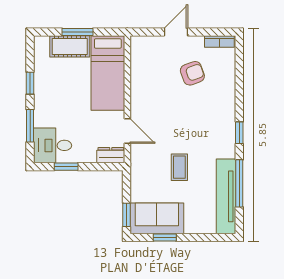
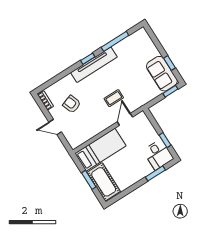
cot: (70, 46) -> (104, 182), width x1.37, depth x1.34
window: (30, 83) -> (132, 188), removed
dresser: (111, 155) -> (144, 120), removed
coffee table: (179, 167) -> (114, 98), moved
tv unit: (226, 196) -> (94, 65), moved

